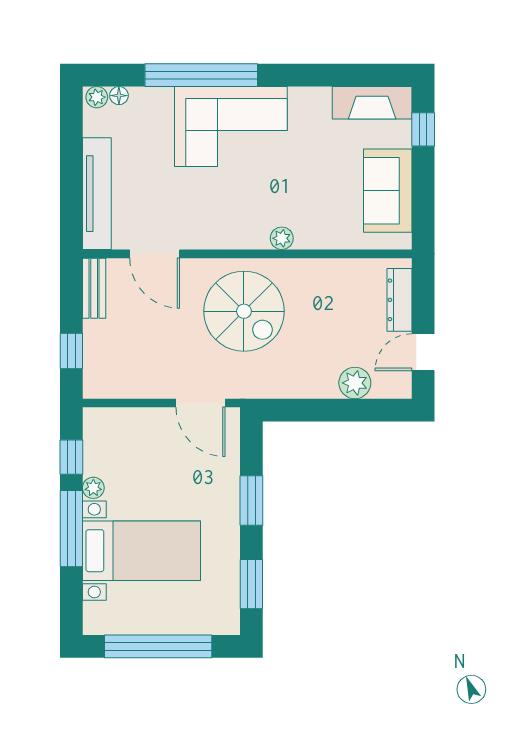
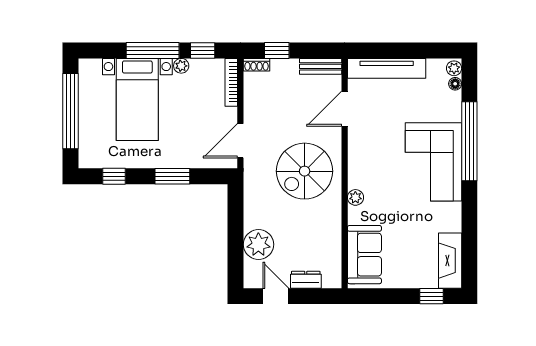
sofa: (388, 191) -> (364, 255), moved, turned 90
dresser: (399, 300) -> (306, 280), width x0.70
shoe rack: (92, 380) -> (257, 65), added
plant: (355, 383) -> (258, 244), width x1.36, depth x1.36
bookcase: (117, 416) -> (231, 82), added
window: (251, 584) -> (114, 176), width x0.67

